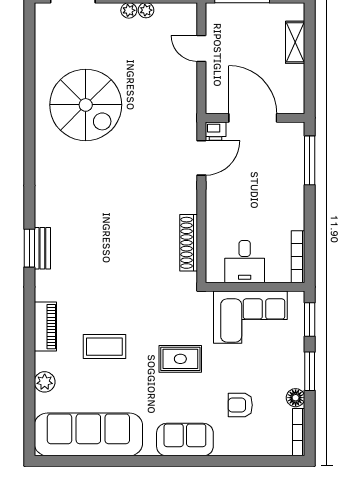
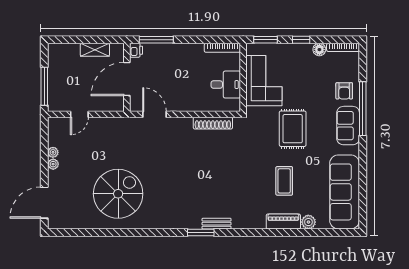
shelving: (295, 42) -> (95, 50), moved
printer: (216, 131) -> (136, 50), moved
window: (29, 248) -> (201, 233), moved
piano: (45, 327) -> (283, 222), moved
rug: (180, 359) -> (293, 129), width x1.36, depth x1.43
window: (310, 371) -> (301, 40), width x0.67
armchair: (240, 405) -> (344, 91), moved
window: (209, 461) -> (363, 109), added

